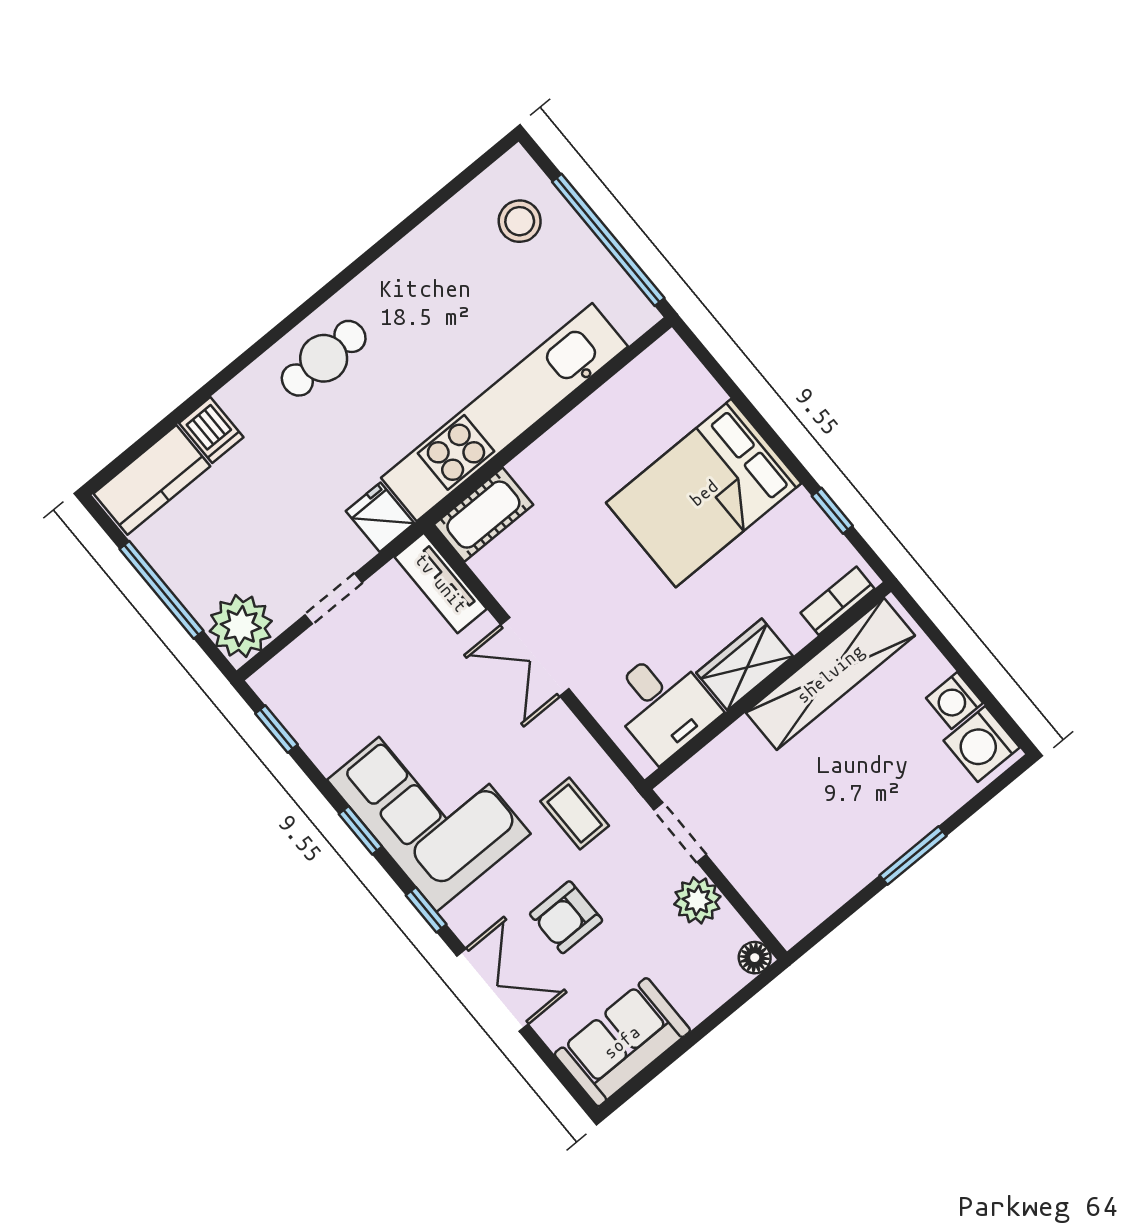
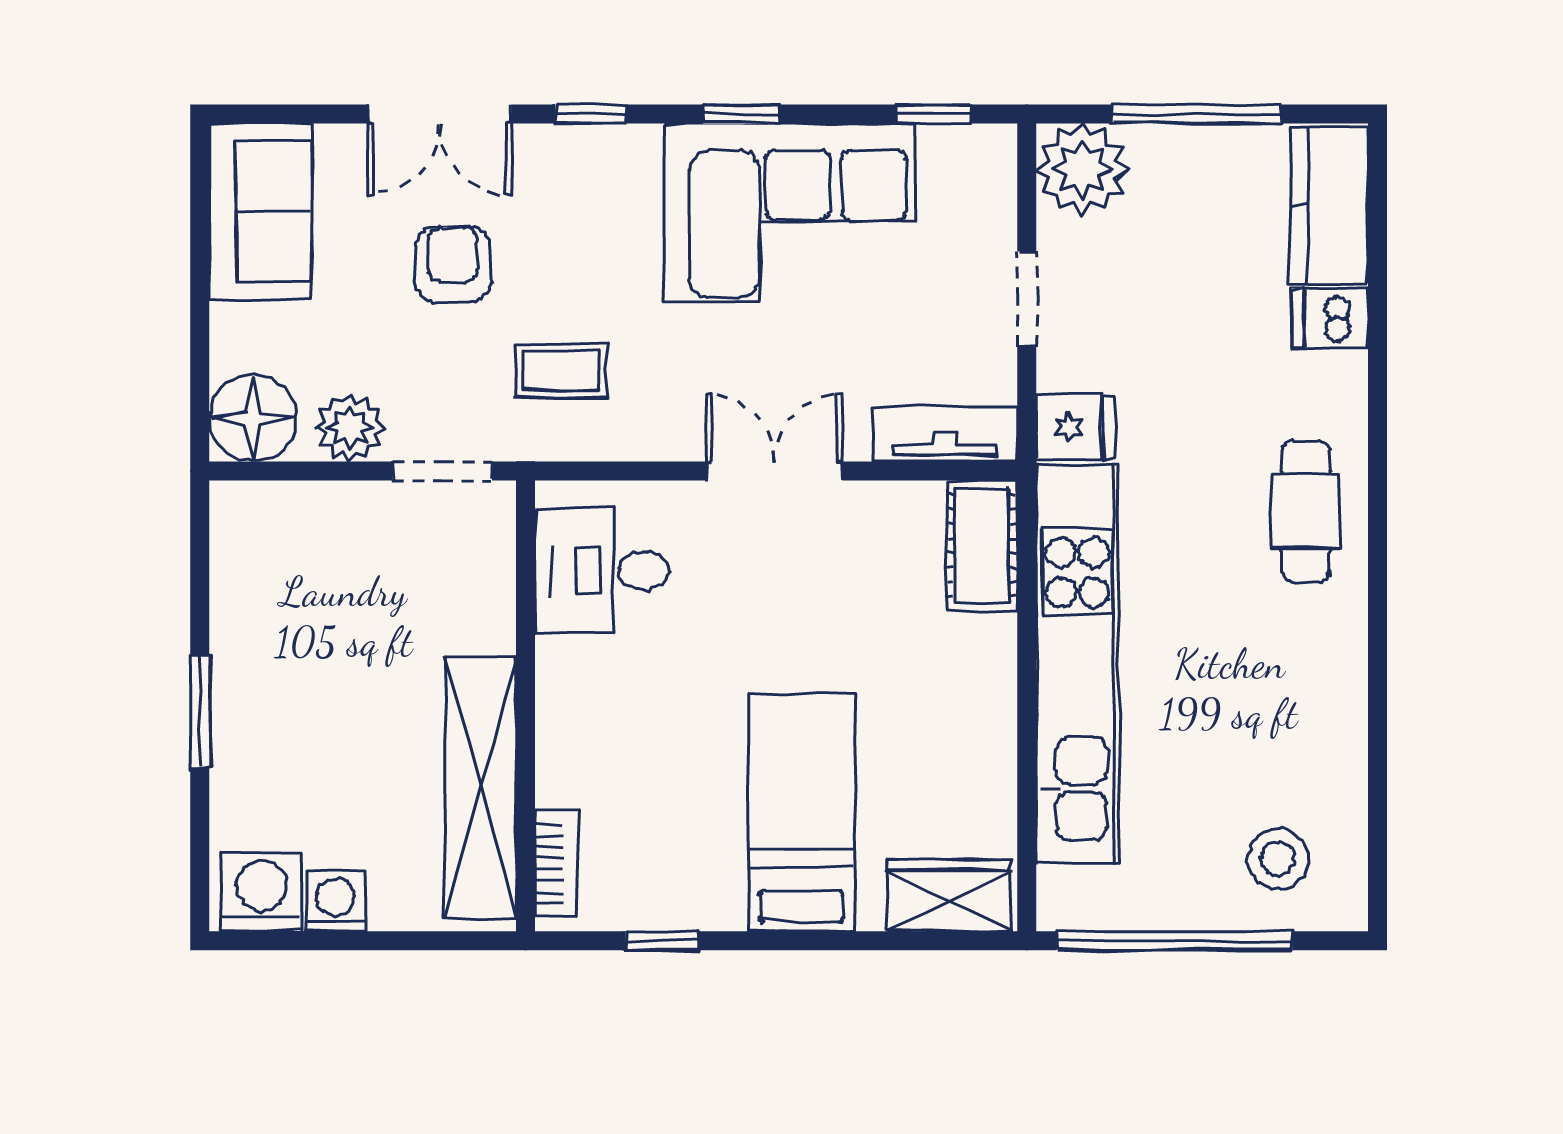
bed: (704, 493) -> (802, 813), width x0.67
wardrobe: (745, 664) -> (949, 895), moved, turned -90
corner sofa: (429, 807) -> (789, 213), moved
floor lamp: (755, 958) -> (253, 418), width x1.89, depth x1.89

